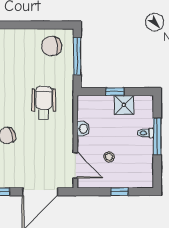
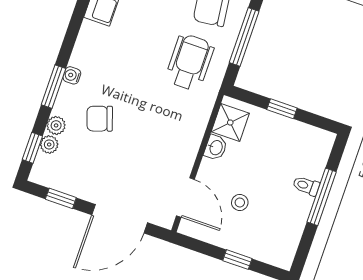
wheelchair: (44, 103) -> (190, 62), moved
shower: (124, 105) -> (230, 122), moved

